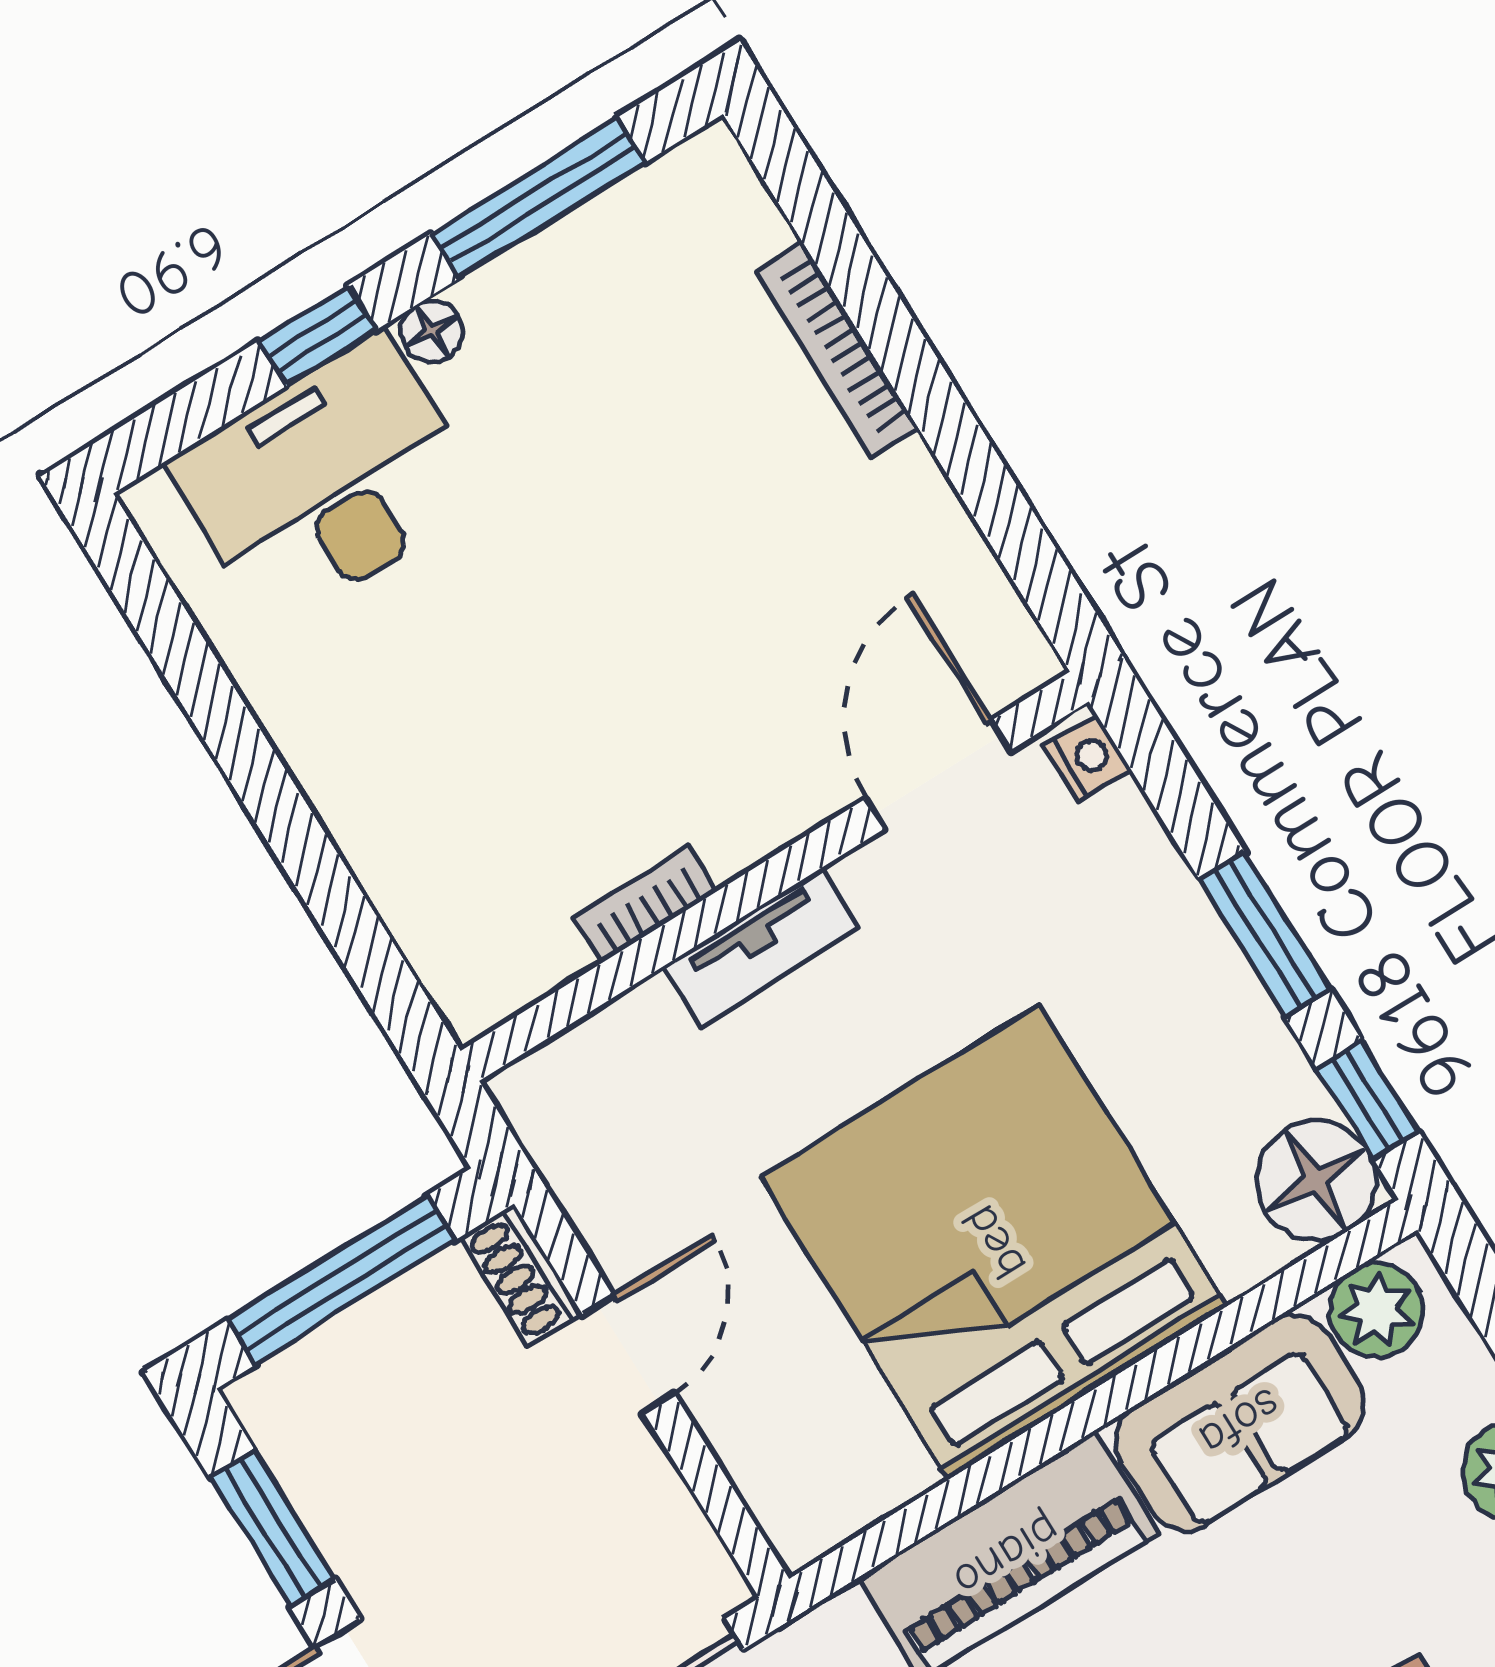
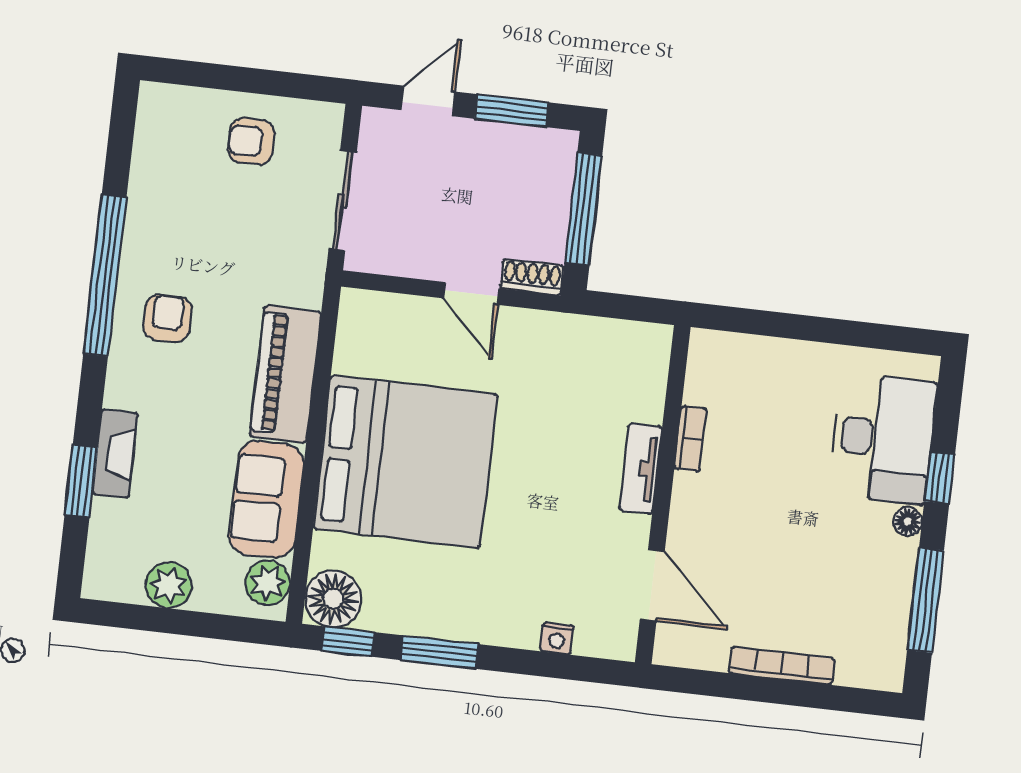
door: (938, 774) -> (652, 585), moved
wall: (775, 876) -> (663, 495), moved
bookcase: (645, 904) -> (690, 439), moved
tv unit: (761, 947) -> (641, 469), moved

